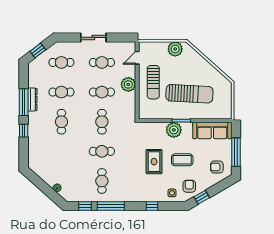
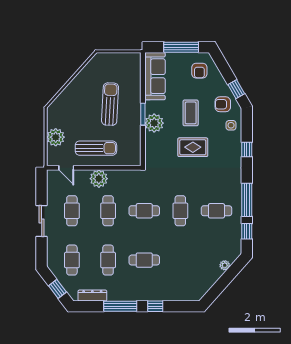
plant: (175, 49) -> (56, 137), moved
sun lounger: (189, 94) -> (110, 104), width x0.73, depth x0.75
dresser: (32, 99) -> (92, 296), moved

